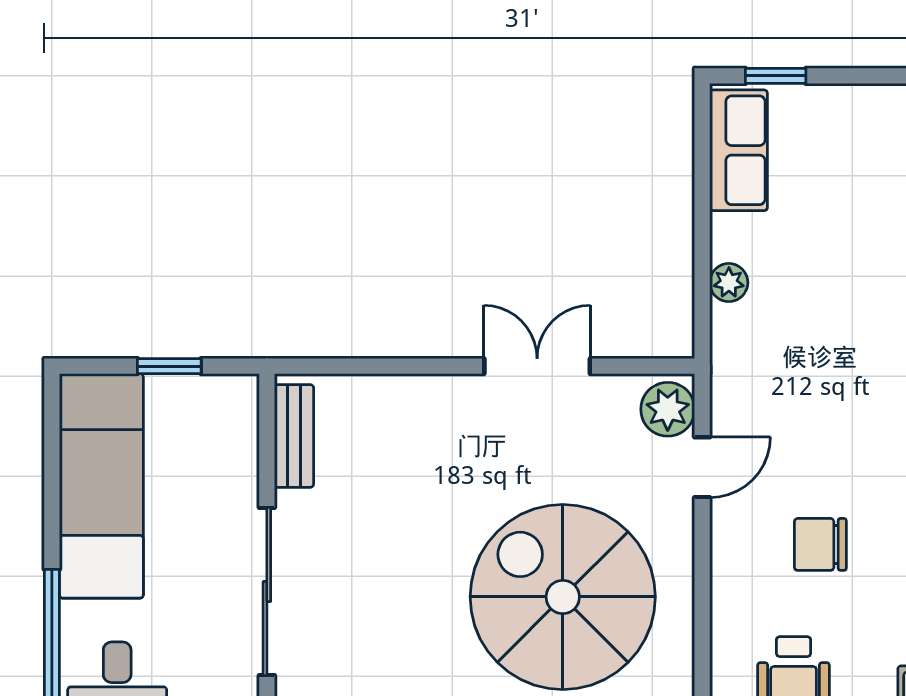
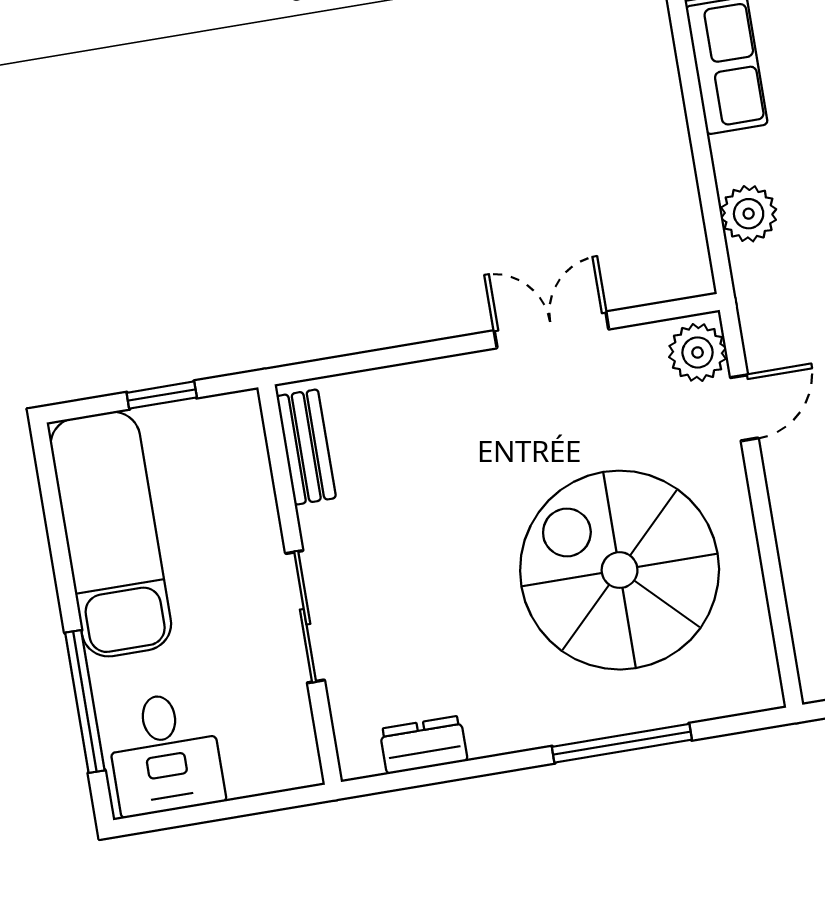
plant: (729, 283) -> (749, 214), width x1.38, depth x1.38
sliding door: (267, 592) -> (305, 617), width x0.73

